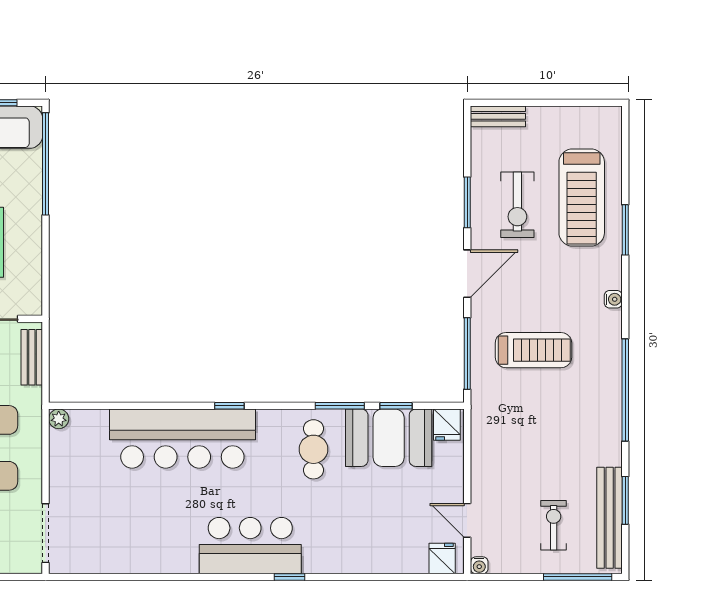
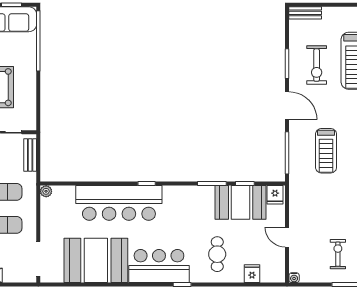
door: (467, 274) -> (287, 106), hinge flipped
treadmill: (533, 350) -> (326, 151), turned 90
cafe table: (313, 449) -> (217, 254), moved
door: (467, 520) -> (287, 237), moved
booth: (143, 536) -> (96, 260), added
fridge: (442, 558) -> (252, 274), moved

